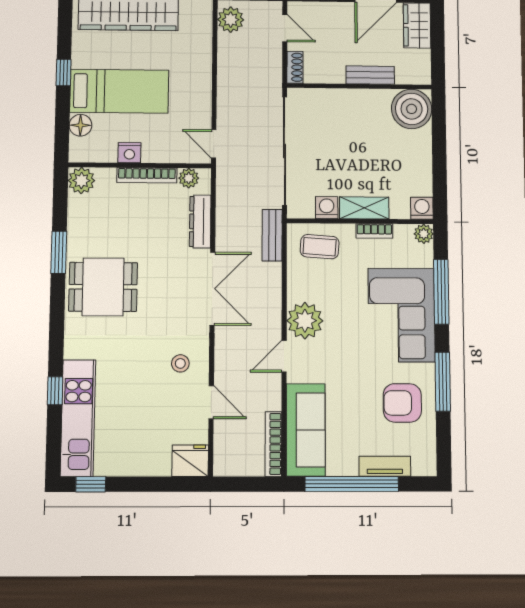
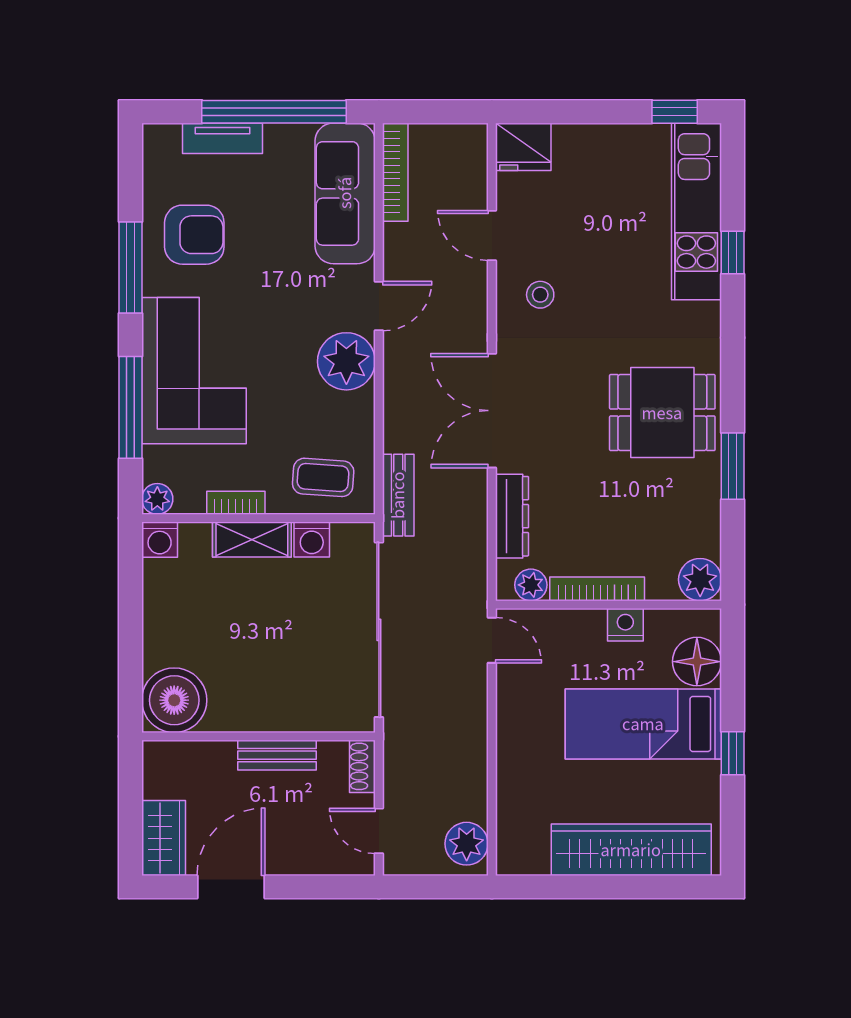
bench: (370, 75) -> (277, 755), moved
floor lamp: (80, 125) -> (697, 662), width x1.38, depth x1.38

